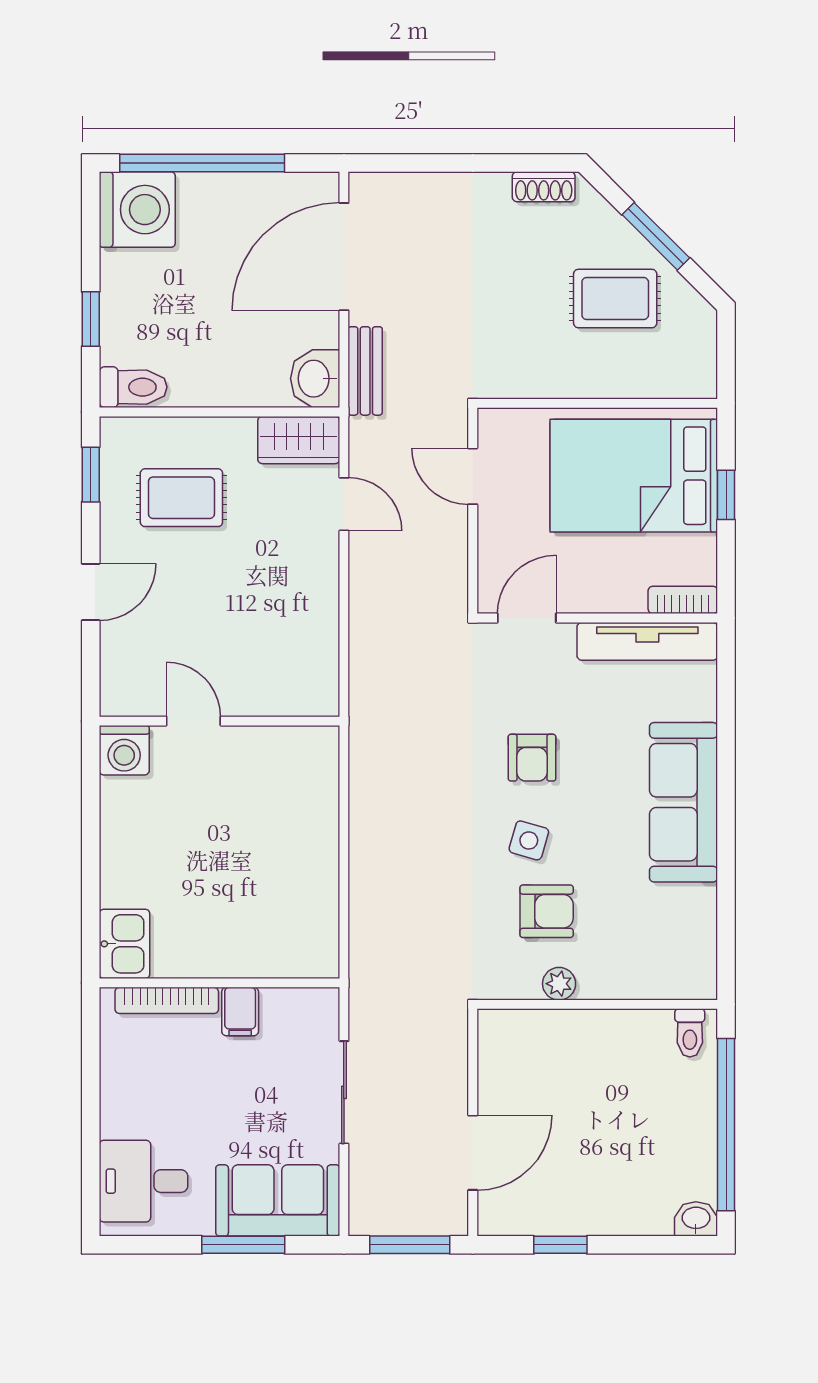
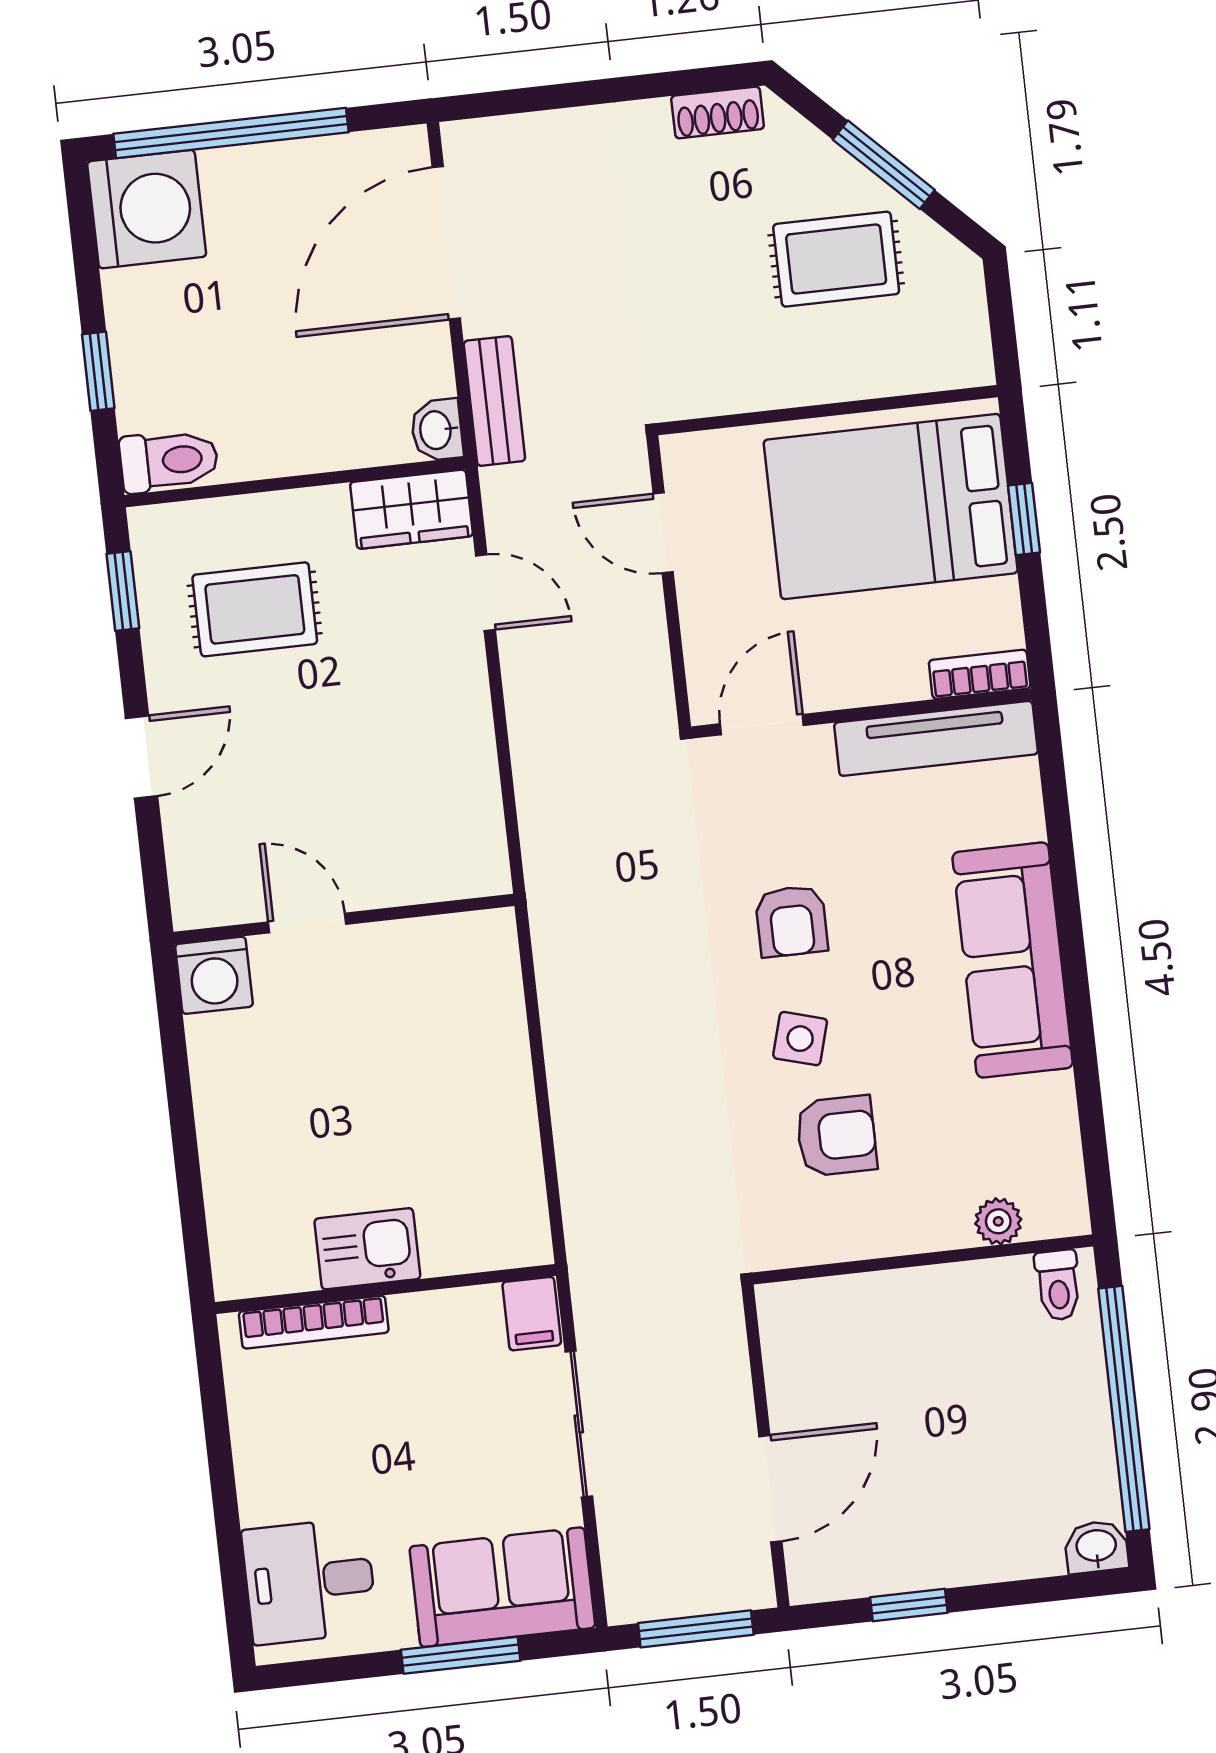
washbasin: (315, 379) -> (437, 430), width x0.72, depth x0.69
kitchen sink: (124, 944) -> (367, 1249), moved, turned -90
plant: (559, 984) -> (998, 1221), moved
filing cabinet: (240, 1012) -> (532, 1314), moved

